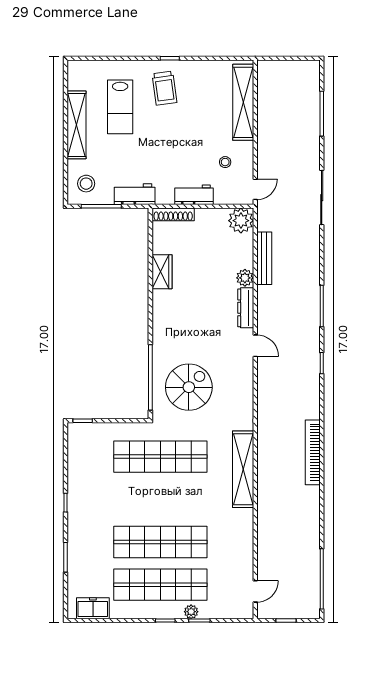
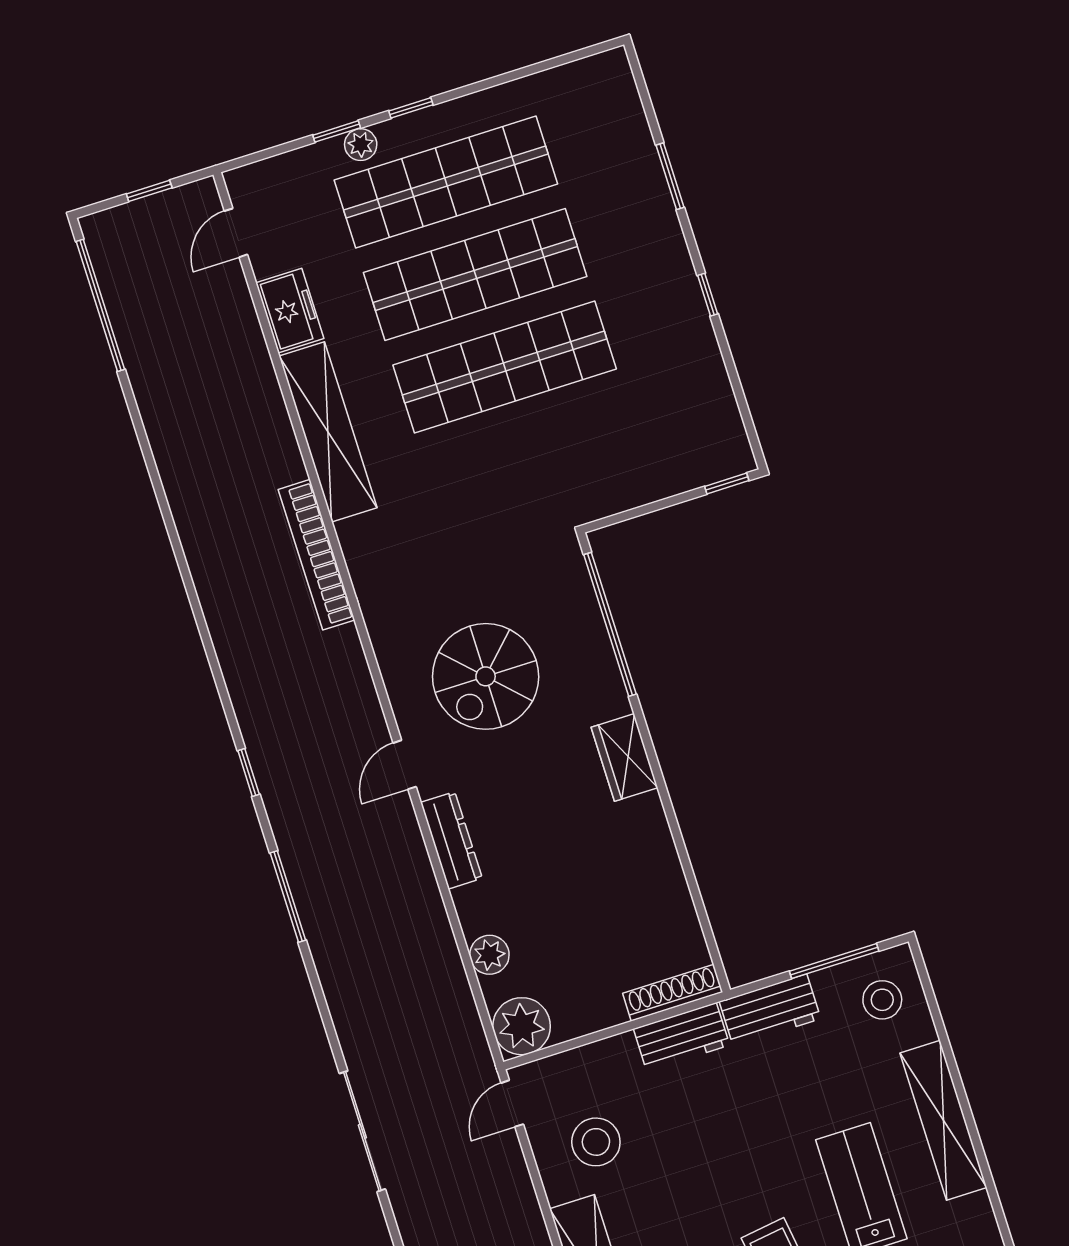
stool: (225, 162) -> (596, 1142), width x1.89, depth x1.89
workbench: (194, 195) -> (682, 1037), moved
bench: (264, 258) -> (445, 960), removed
wardrobe: (162, 272) -> (625, 757), moved
plant: (245, 278) -> (489, 955), moved
door: (255, 346) -> (405, 765), hinge flipped
spiral stairs: (189, 387) -> (486, 676), moved
bookcase: (313, 452) -> (317, 555), moved, turned 180
shop shelf: (160, 457) -> (505, 367), moved
shelving: (243, 469) -> (328, 432), moved
freezer: (93, 608) -> (290, 311), moved, turned -90

